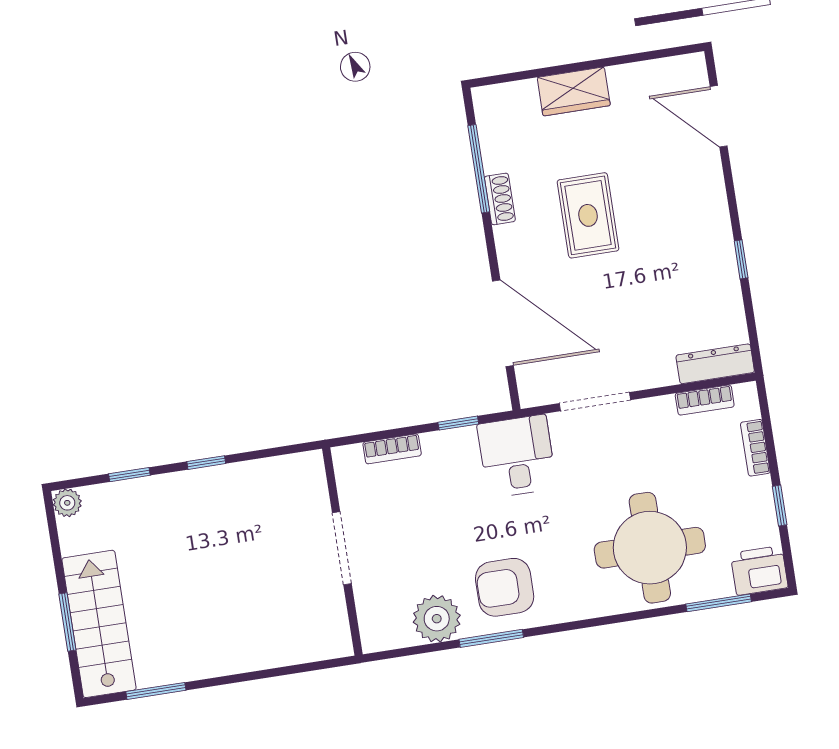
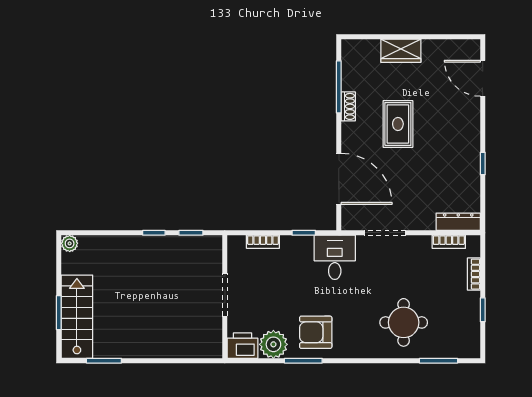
window: (129, 475) -> (191, 233), moved
round table: (650, 548) -> (404, 322), width x0.73, depth x0.73
printer: (759, 570) -> (243, 346), moved

